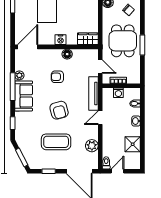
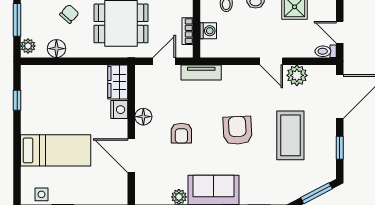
nightstand: (61, 40) -> (119, 110), moved
door: (28, 47) -> (131, 156), moved
tv unit: (93, 93) -> (201, 73), width x0.71
armchair: (59, 110) -> (237, 130), turned -78
door: (100, 118) -> (271, 61), moved

